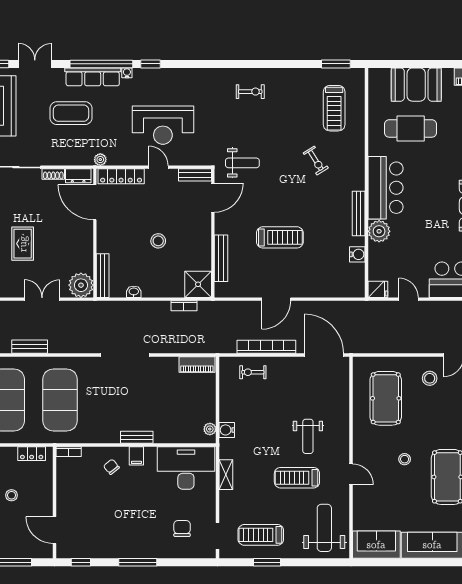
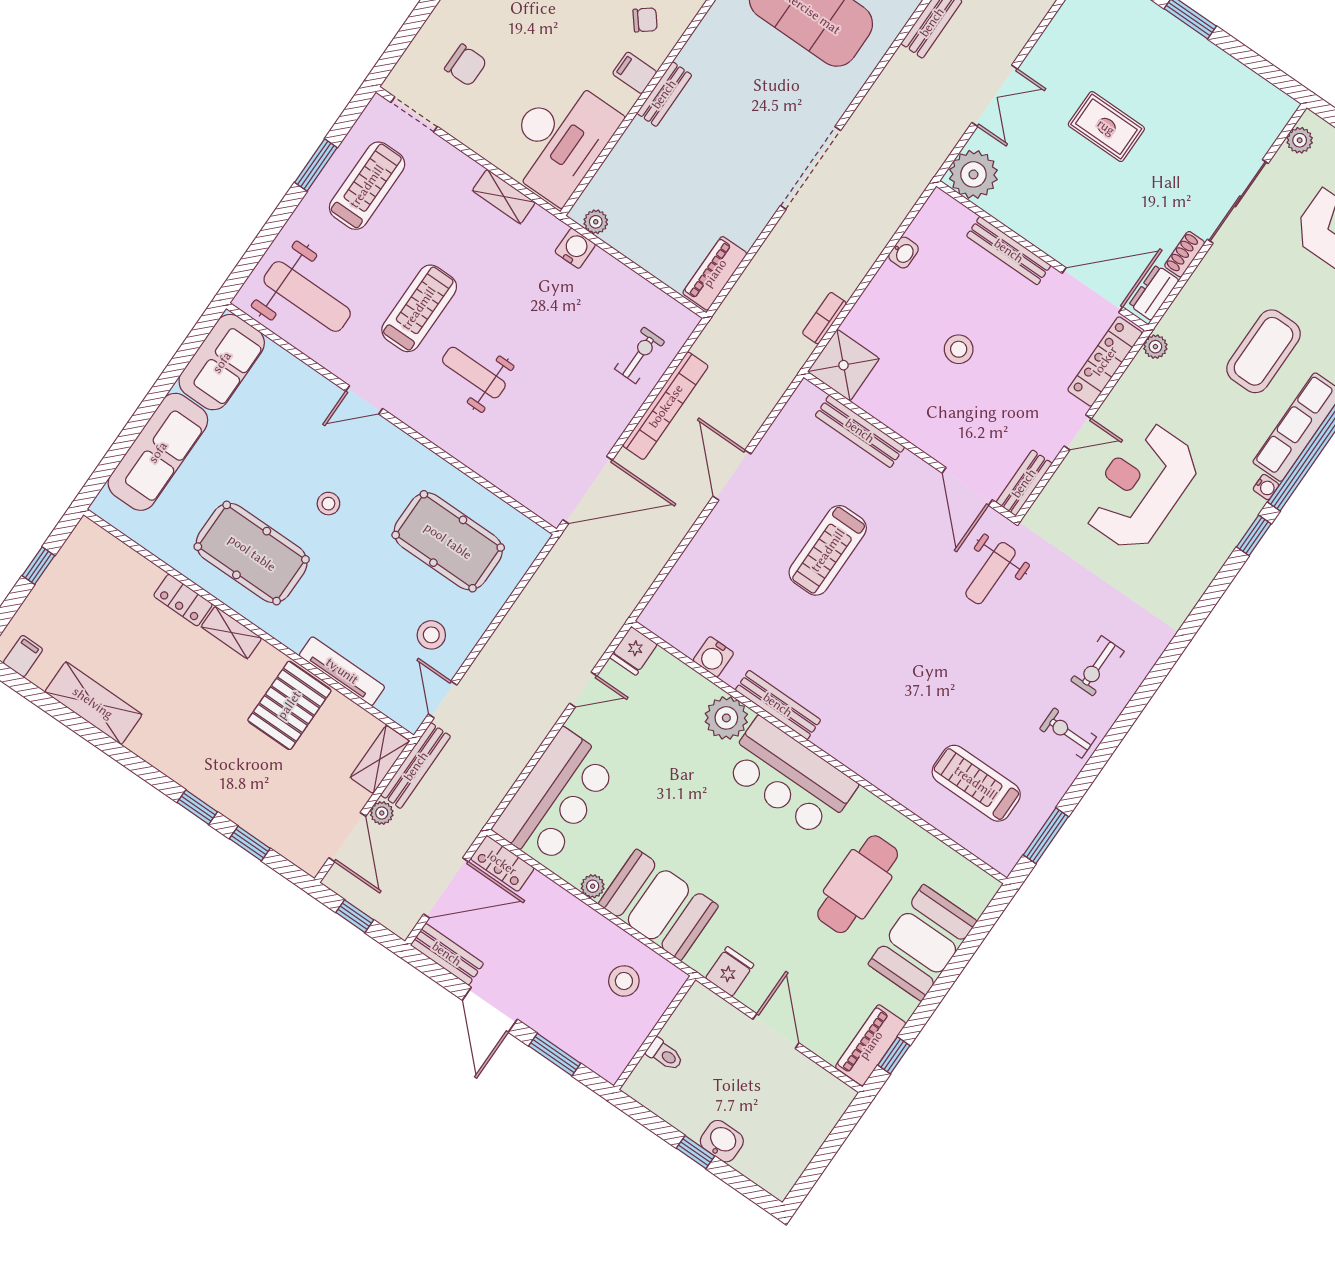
exercise bike: (316, 160) -> (1068, 733), moved, turned 32
bench: (103, 276) -> (1009, 251), moved

